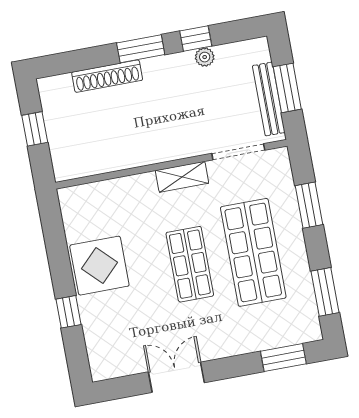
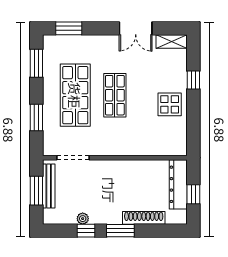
dresser: (62, 140) -> (178, 184), added
shelving: (182, 177) -> (172, 42), moved
display table: (99, 266) -> (170, 104), width x0.73, depth x0.73

